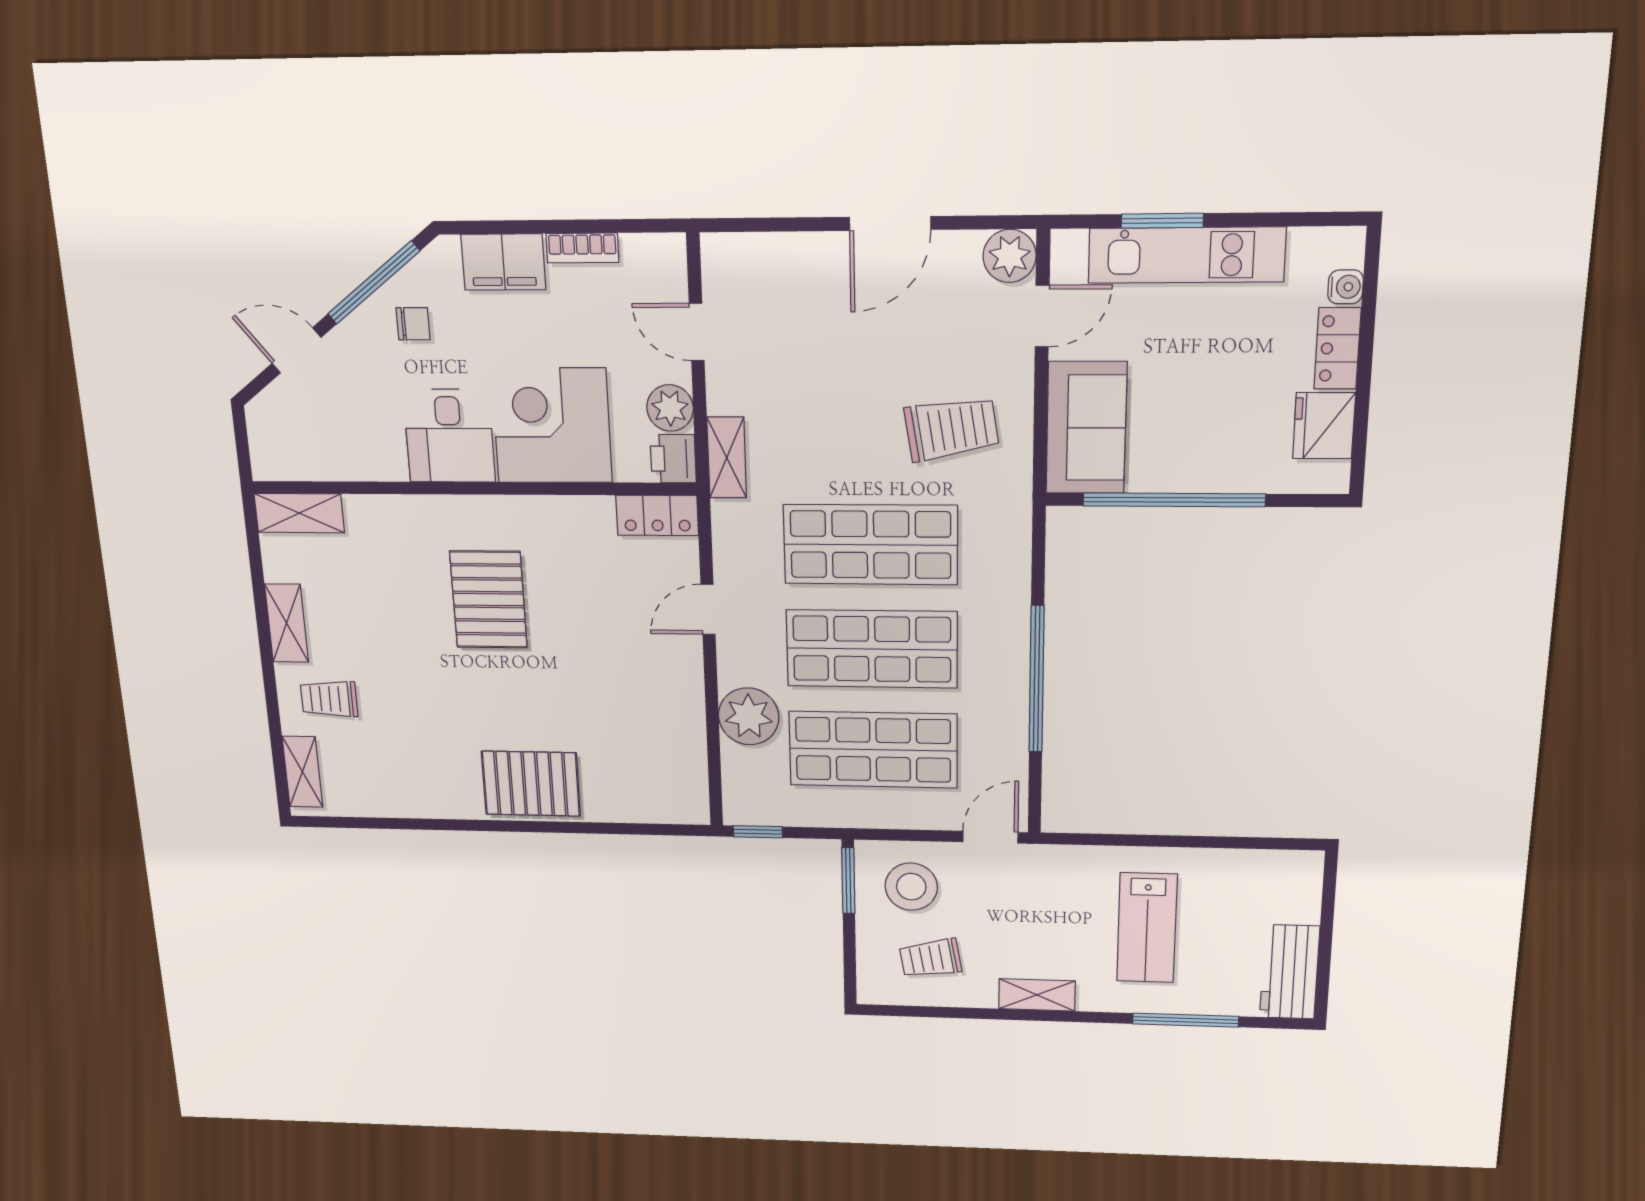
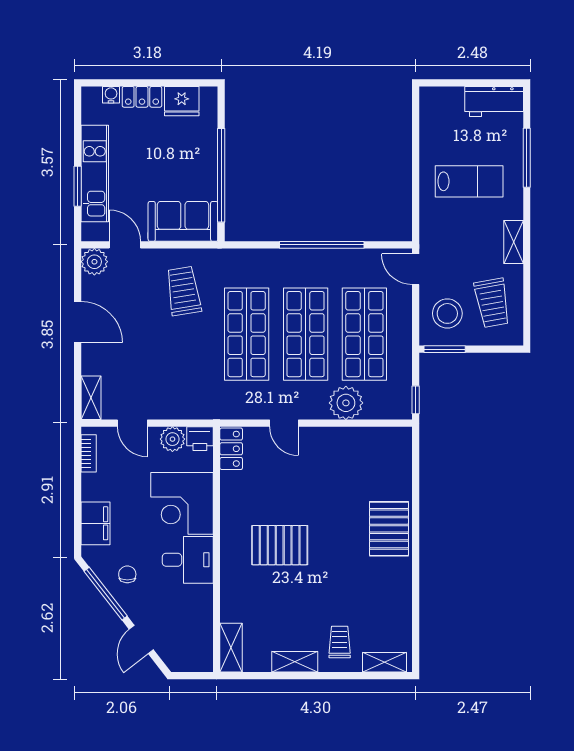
bookcase: (582, 248) -> (89, 453), moved
door: (697, 332) -> (132, 423), hinge flipped
shelving: (727, 458) -> (91, 398), moved, turned 90
trolley: (329, 699) -> (340, 642), turned 180
trolley: (930, 958) -> (492, 303), width x1.36, depth x1.39

